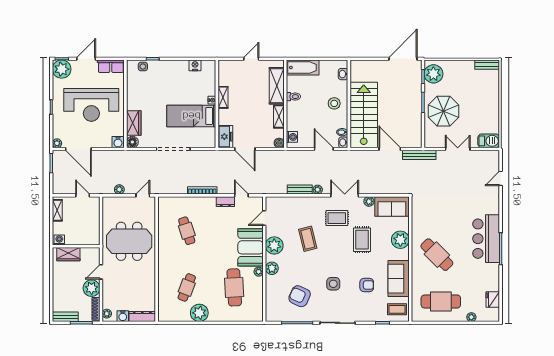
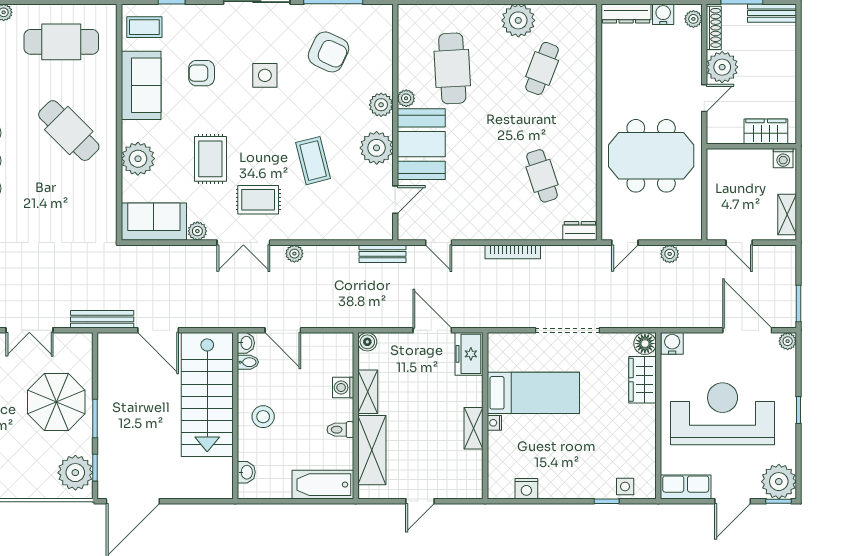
washing machine: (292, 137) -> (343, 388), moved
bench: (300, 189) -> (383, 254), moved
dresser: (225, 202) -> (580, 231), moved

